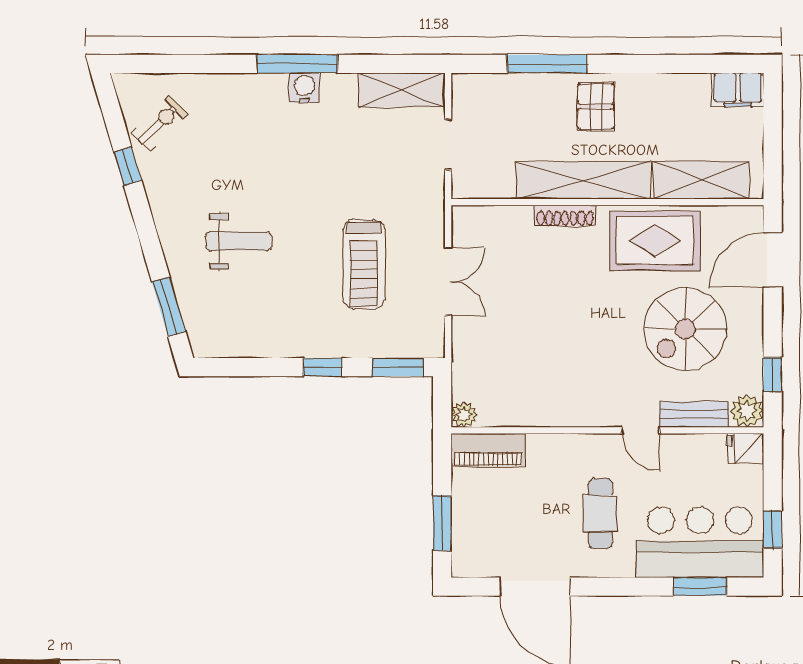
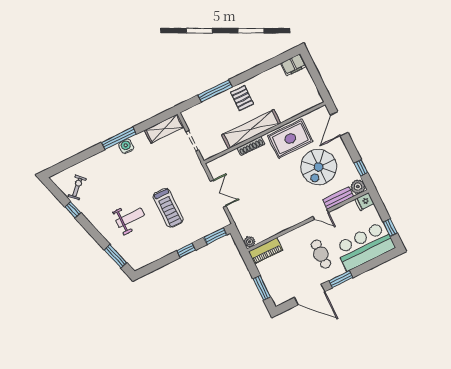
shelving: (701, 180) -> (296, 106), removed
treadmill: (364, 264) -> (168, 208), moved
window: (700, 587) -> (341, 279), moved

